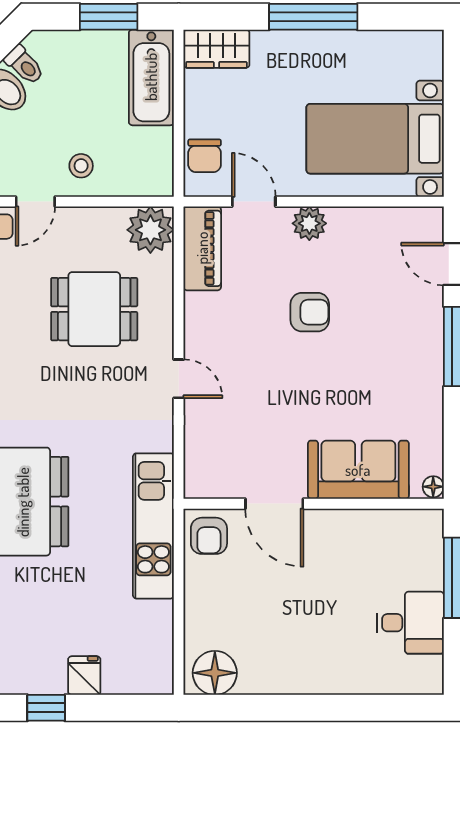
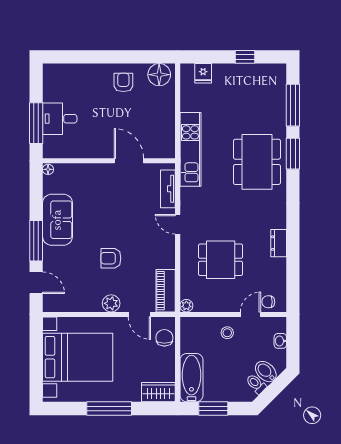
bed with nightstands: (375, 139) -> (78, 357), width x1.36
plant: (150, 230) -> (186, 306), width x0.53, depth x0.53
tv unit: (198, 449) -> (168, 189), added
sofa: (358, 470) -> (57, 220), moved, turned -90
armchair: (209, 536) -> (123, 82), moved
desk: (410, 623) -> (60, 119), moved
fridge: (84, 676) -> (203, 73), moved

